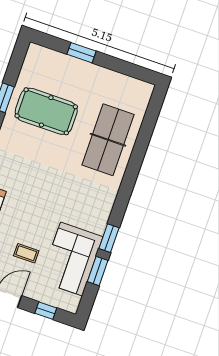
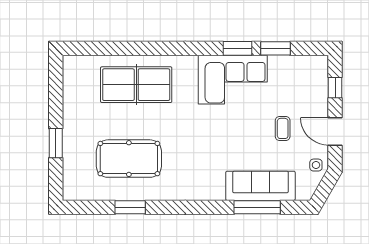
pool table: (46, 111) -> (129, 159), turned 90
corner sofa: (71, 259) -> (233, 80), moved

